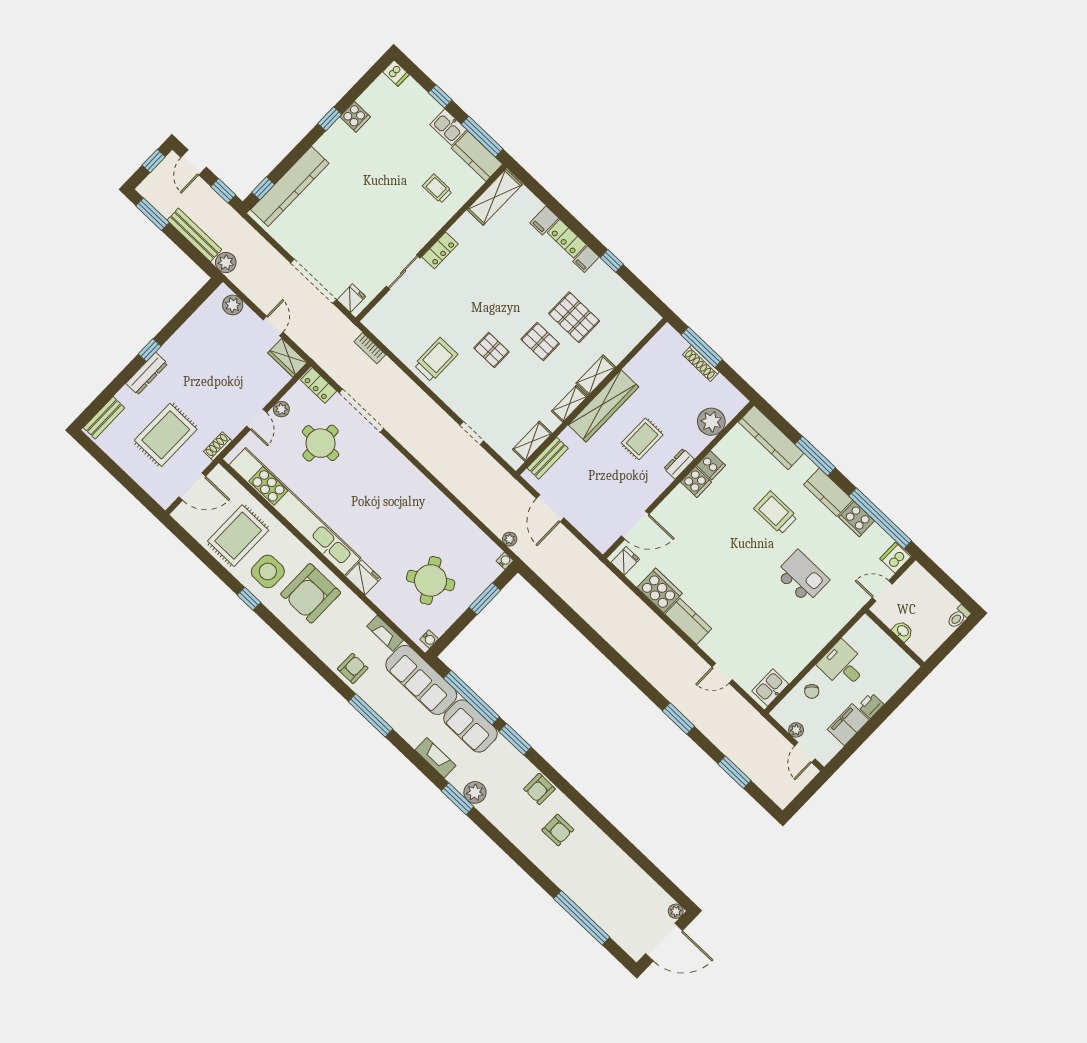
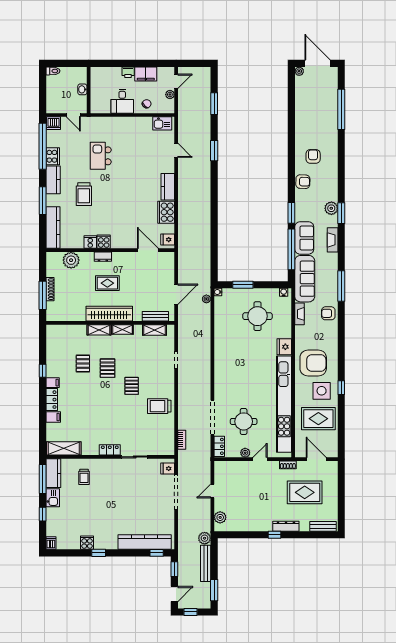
pallet: (574, 317) -> (83, 364), width x0.67, depth x0.71
wardrobe: (287, 358) -> (220, 472), removed
round table: (431, 580) -> (257, 316), turned 31

